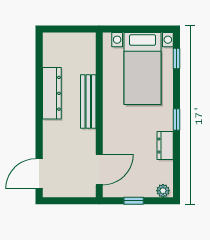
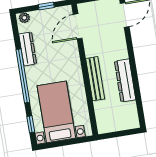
window: (176, 119) -> (23, 76), width x3.17
dresser: (165, 146) -> (28, 49), width x1.44

